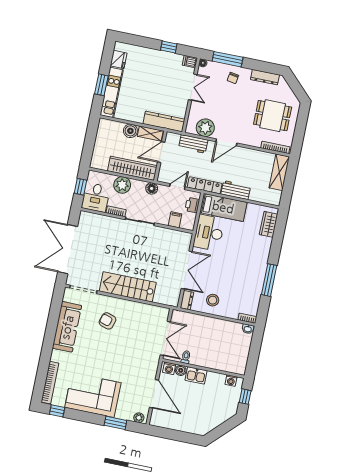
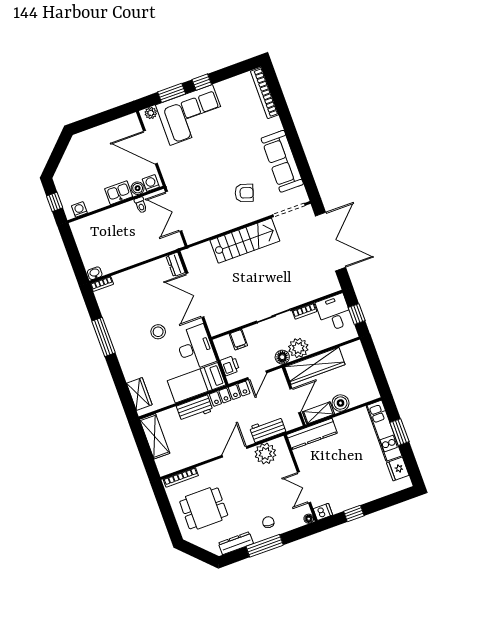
window: (228, 59) -> (265, 546), moved
shelving: (279, 172) -> (155, 436), moved
plant: (122, 185) -> (298, 348), moved
stool: (213, 300) -> (158, 332), moved
corner sofa: (93, 395) -> (191, 115), moved
window: (57, 411) -> (202, 82), moved

